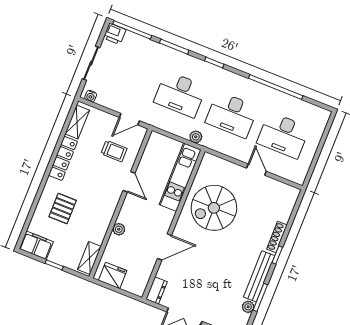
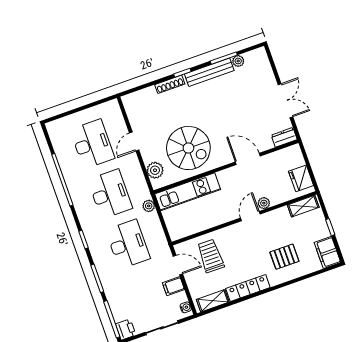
filing cabinet: (116, 101) -> (173, 286), added
trolley: (114, 151) -> (211, 256), width x1.36, depth x1.39
plant: (219, 166) -> (155, 170), added
door: (129, 182) -> (250, 216), moved

